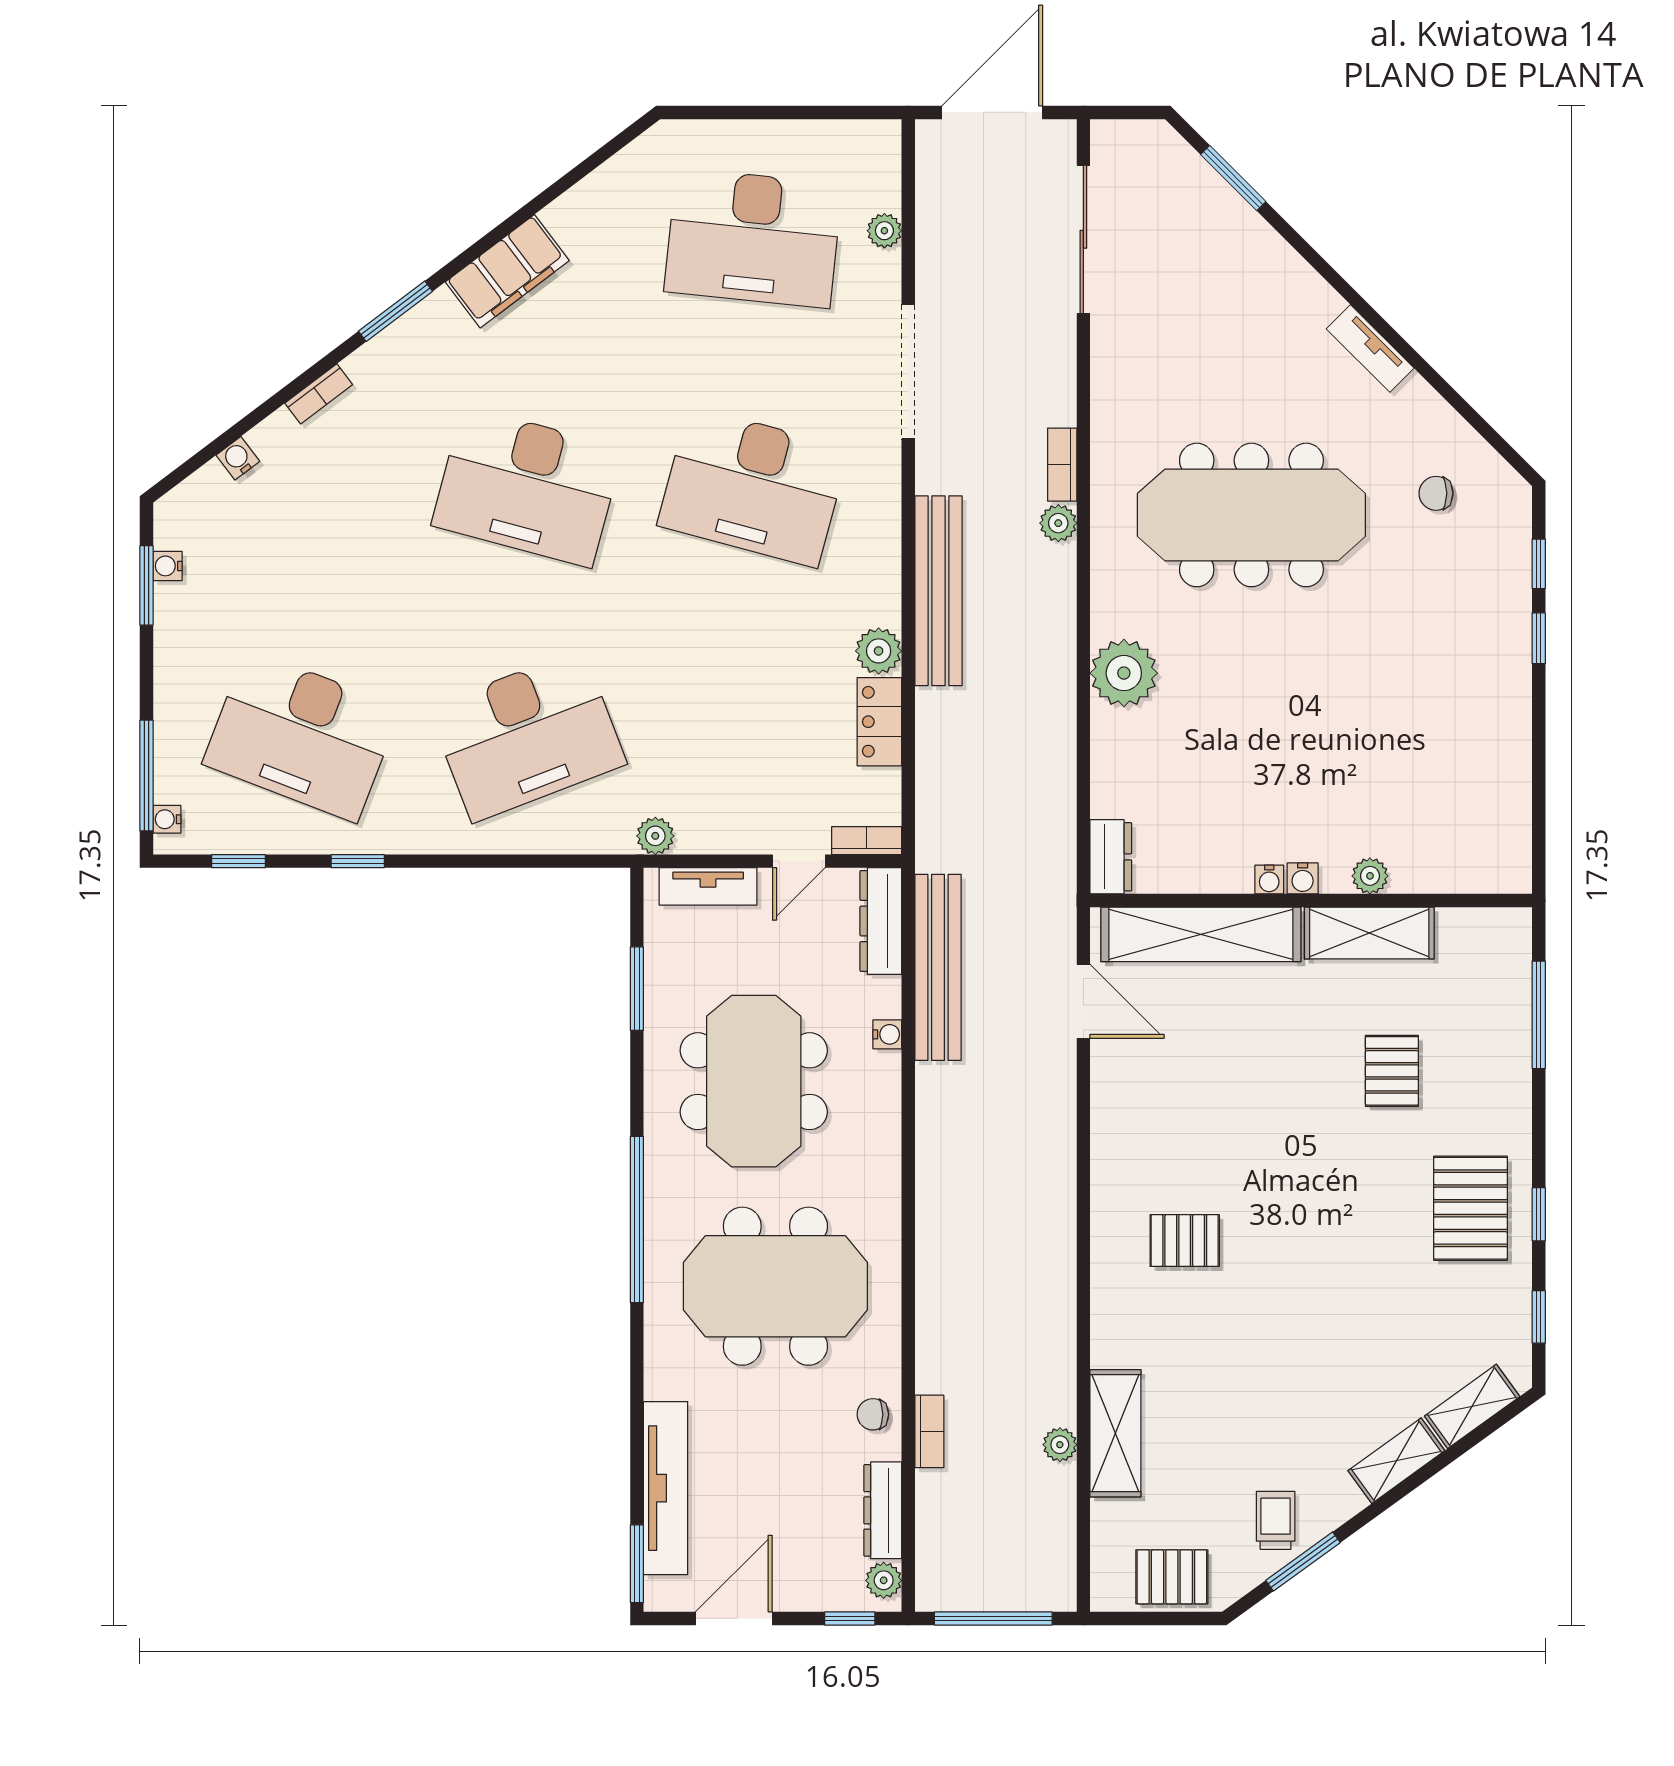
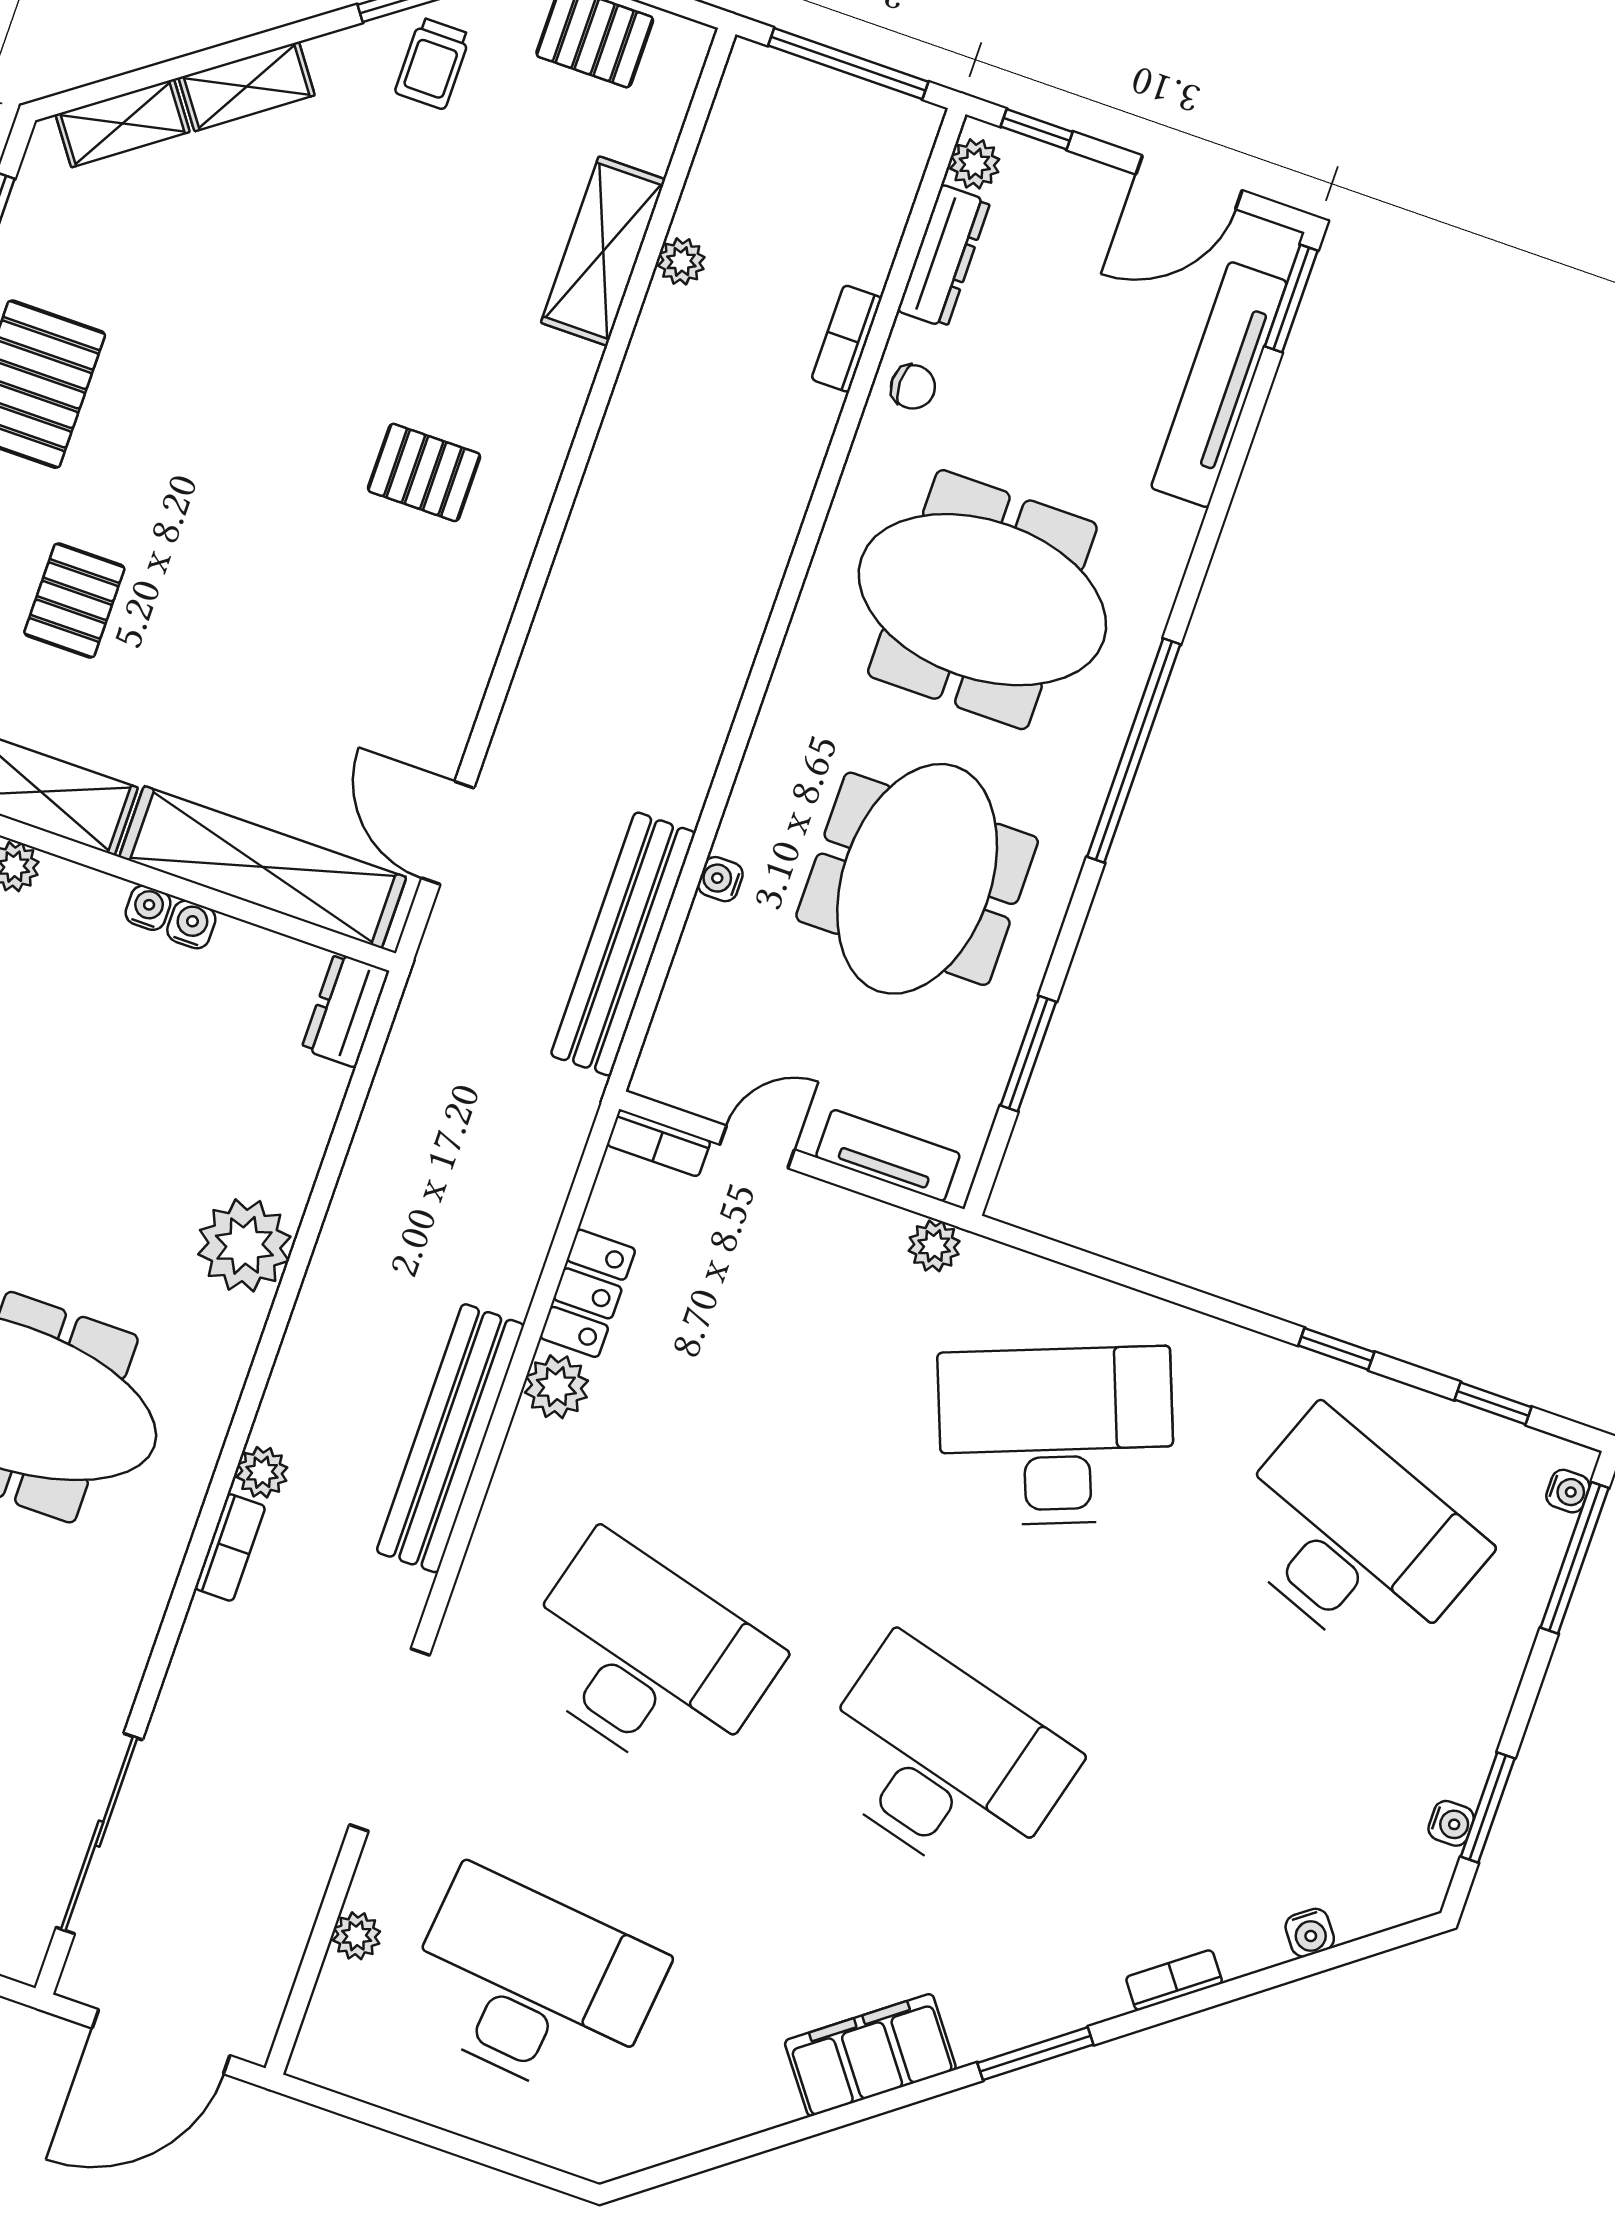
water cooler: (1303, 878) -> (191, 925), moved
dresser: (881, 921) -> (677, 1031), removed

